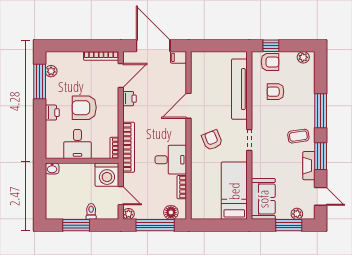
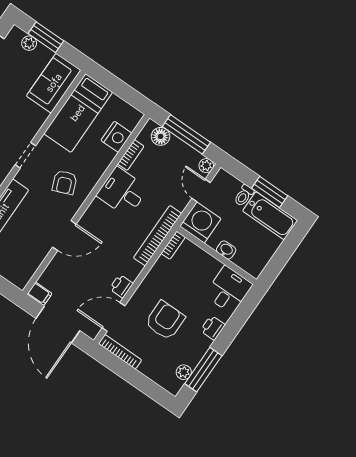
armchair: (84, 108) -> (165, 320), moved, turned -90
desk: (77, 144) -> (229, 290), moved
washbasin: (52, 169) -> (226, 250), moved
nightstand: (199, 192) -> (116, 137), added
bathtub: (65, 210) -> (270, 216), added

